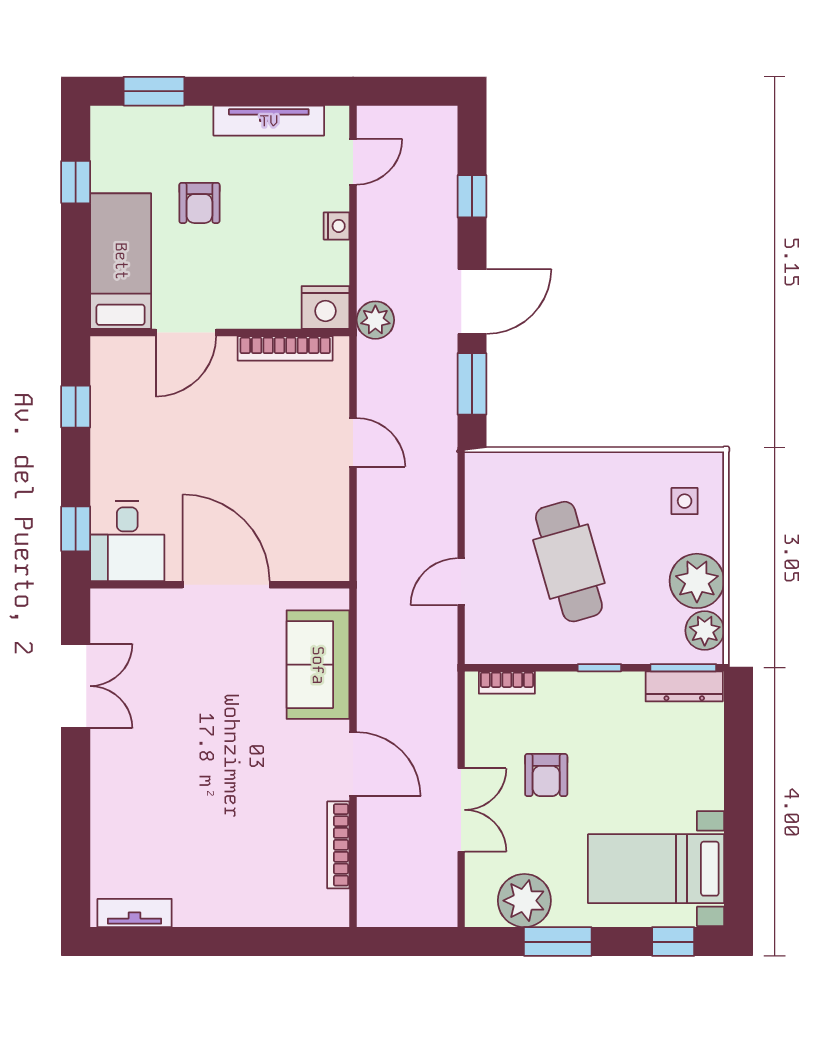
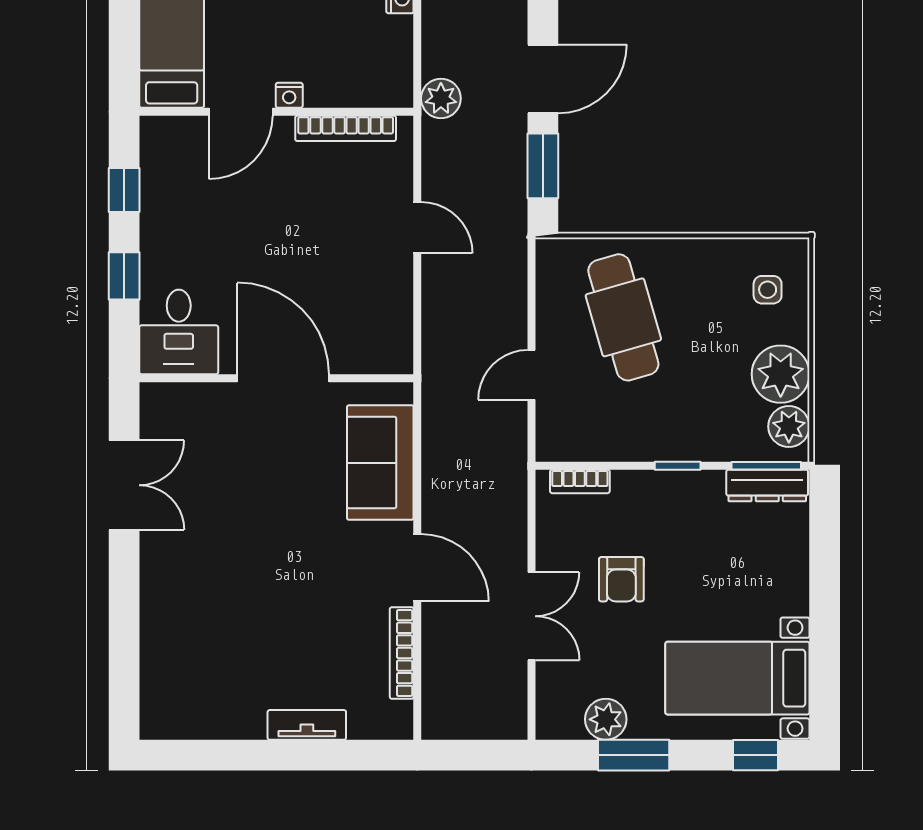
nightstand: (325, 308) -> (289, 95), moved, width x0.53, depth x0.56
window: (76, 529) -> (124, 276), moved
cafe table: (569, 562) -> (623, 317), moved
plant: (524, 901) -> (606, 719), width x0.73, depth x0.73
tv unit: (135, 913) -> (307, 725), moved

